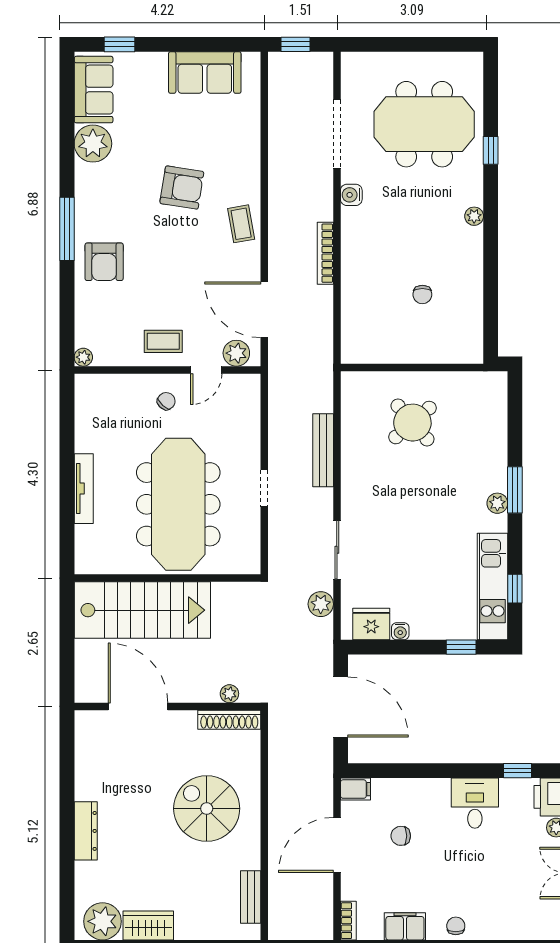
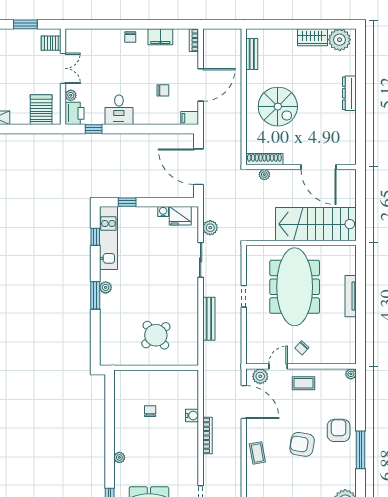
armchair: (182, 188) -> (302, 444), moved
water cooler: (351, 195) -> (192, 415), moved

